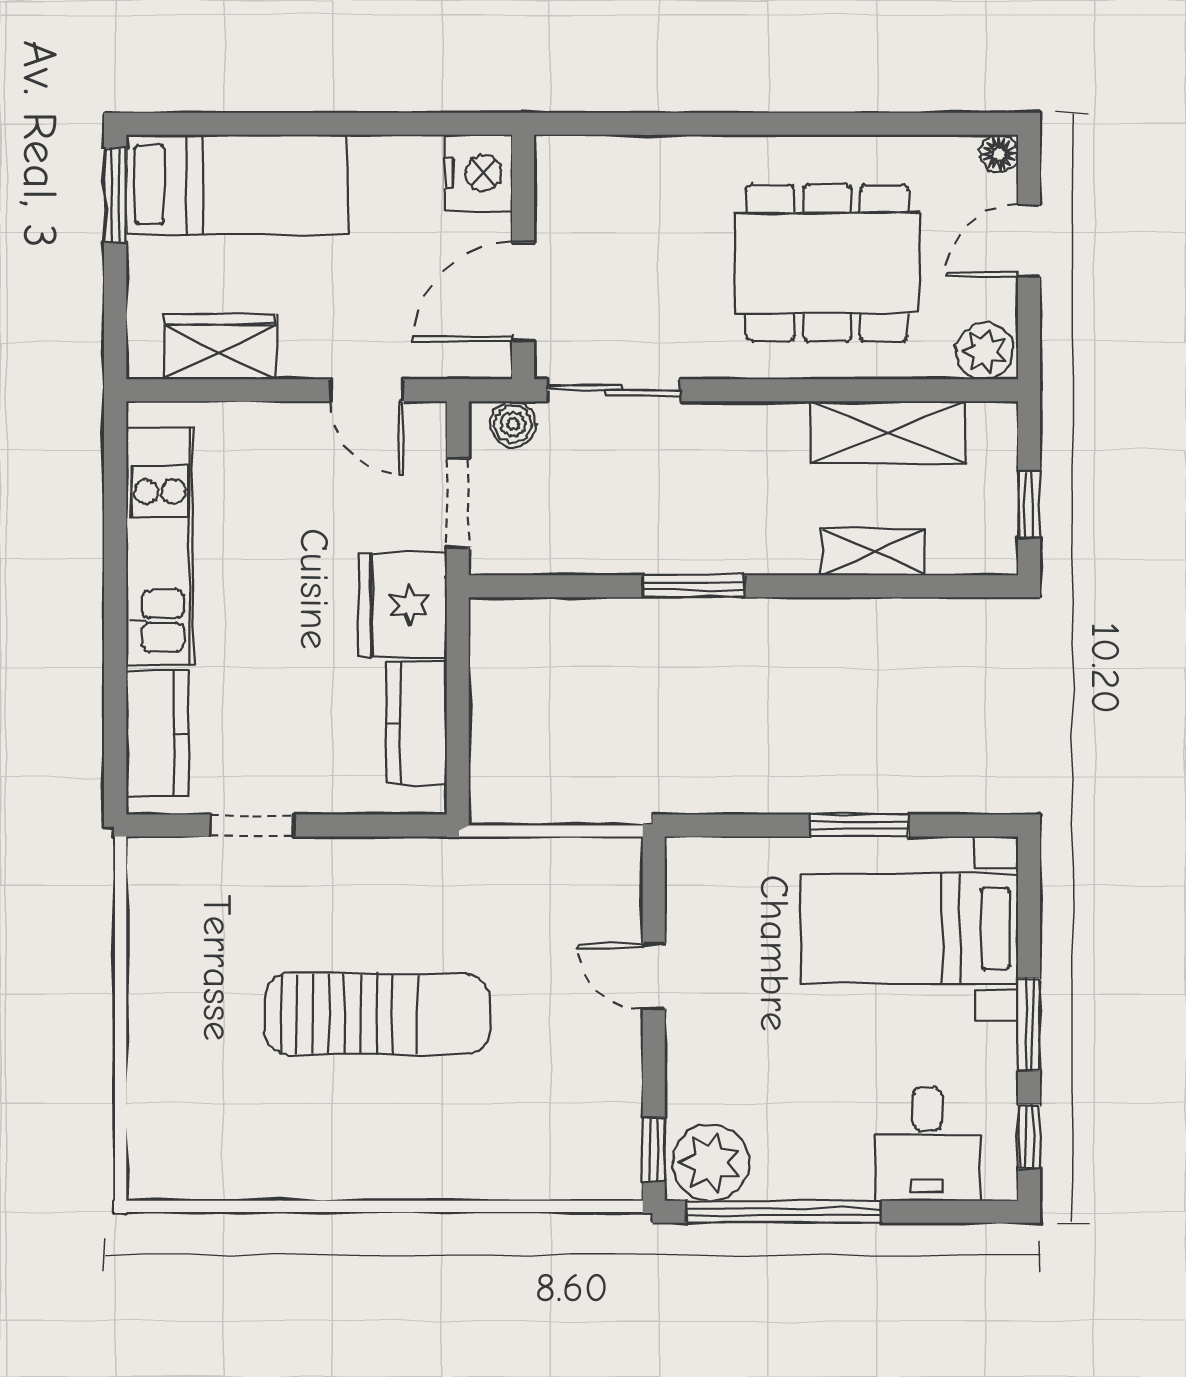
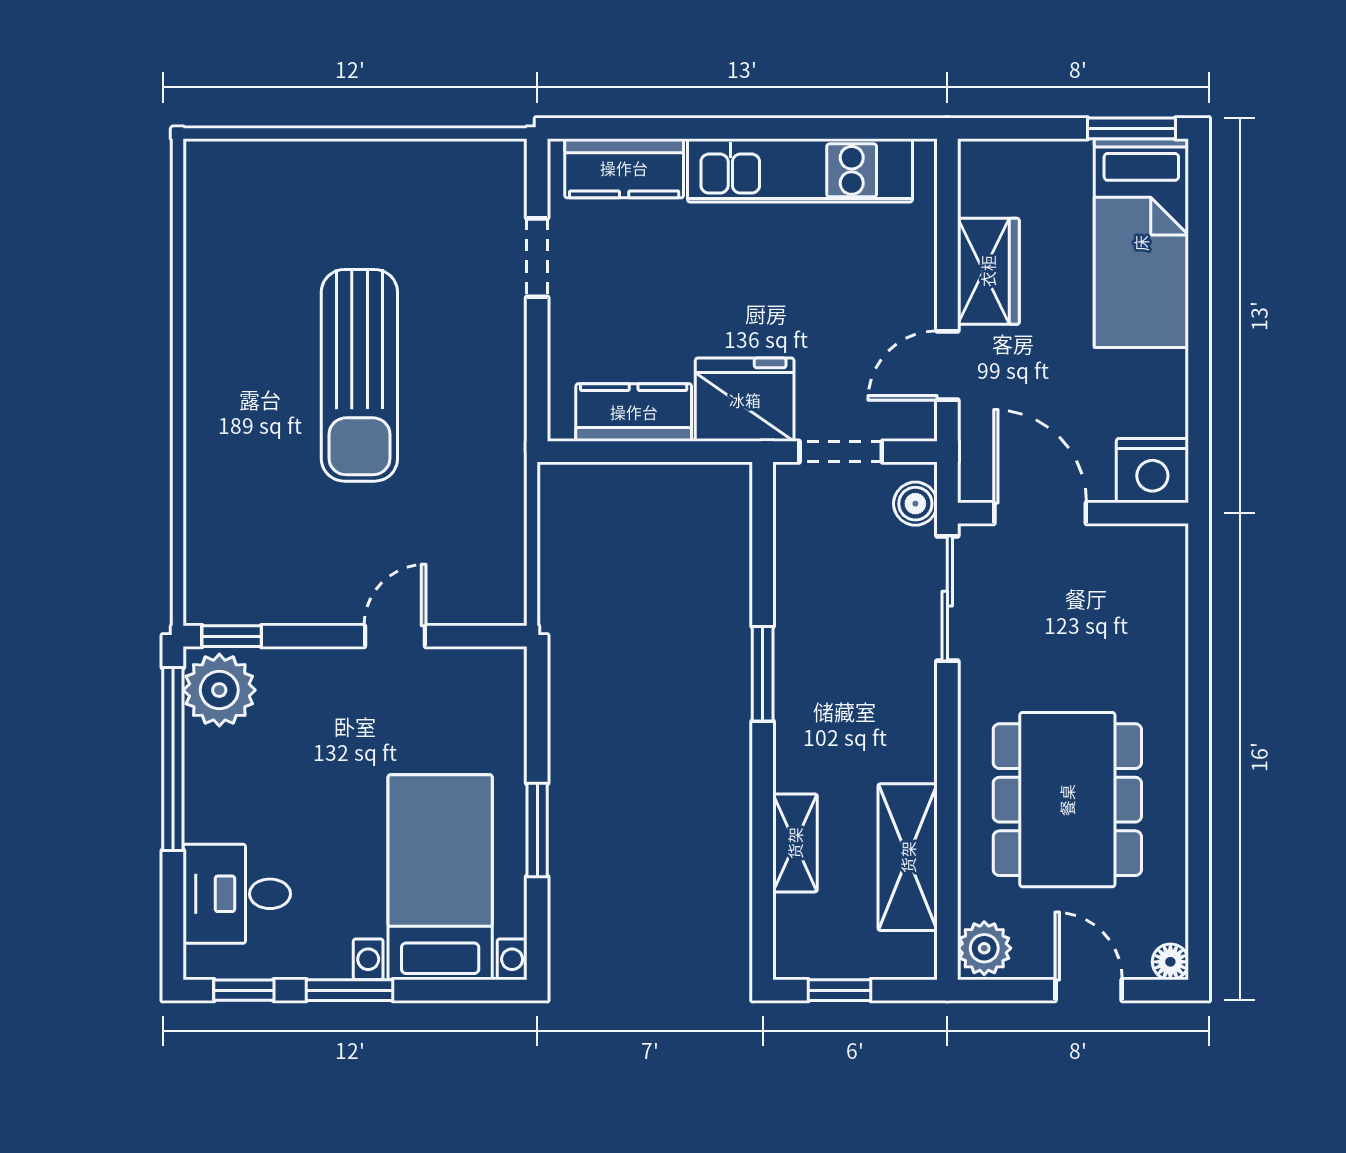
wardrobe: (220, 347) -> (988, 271), moved

